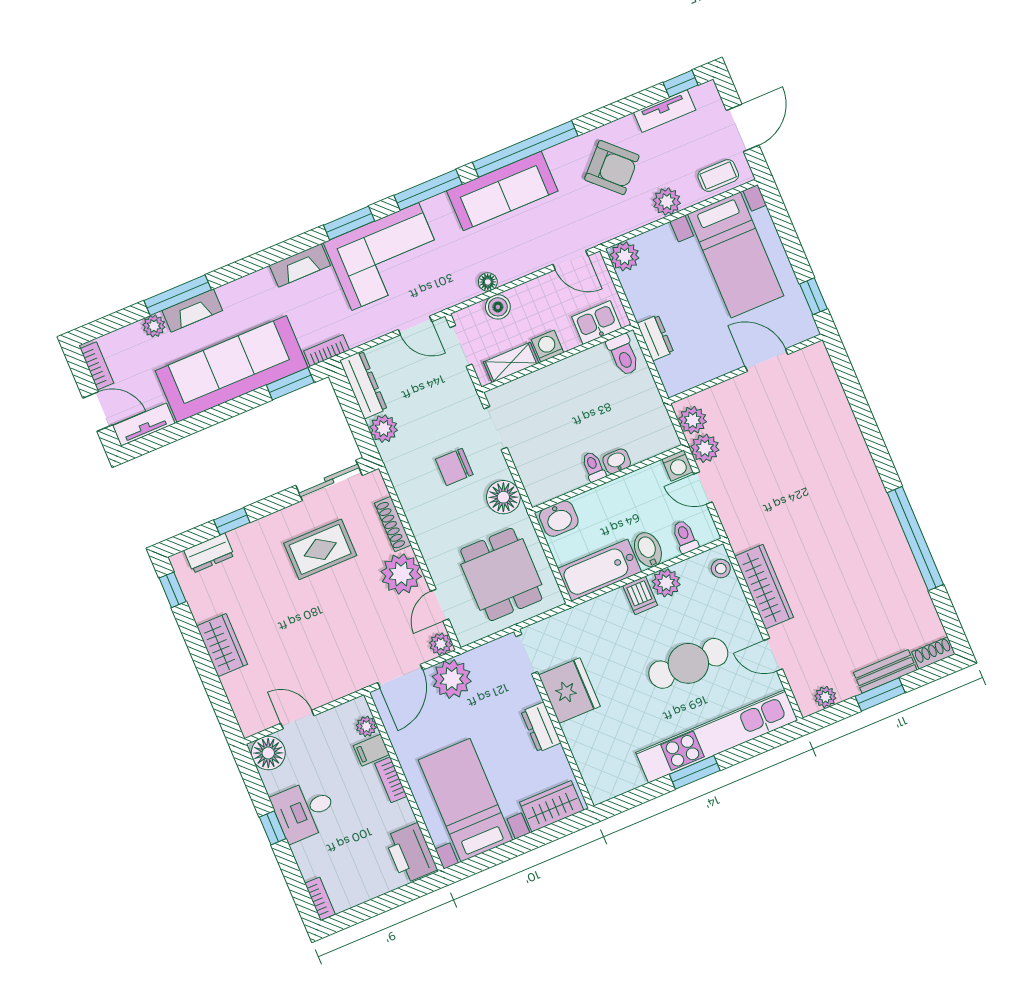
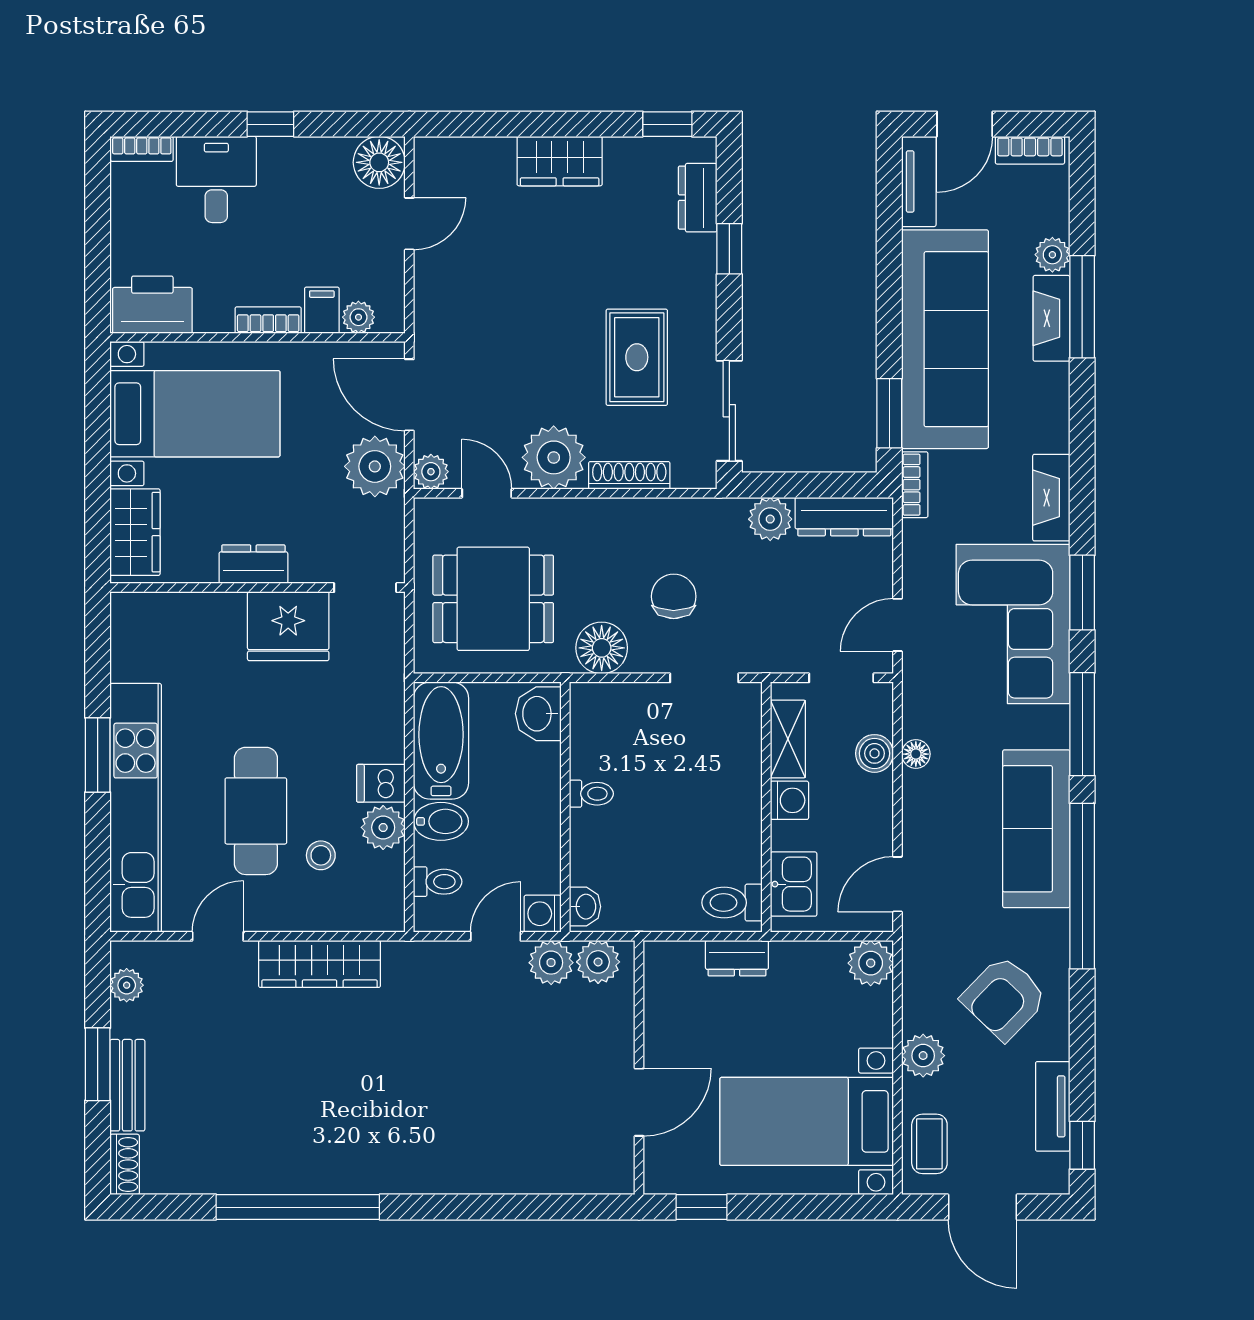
washbasin: (617, 461) -> (585, 907), moved
stool: (721, 569) -> (321, 855), moved
desk: (304, 810) -> (216, 179), moved

